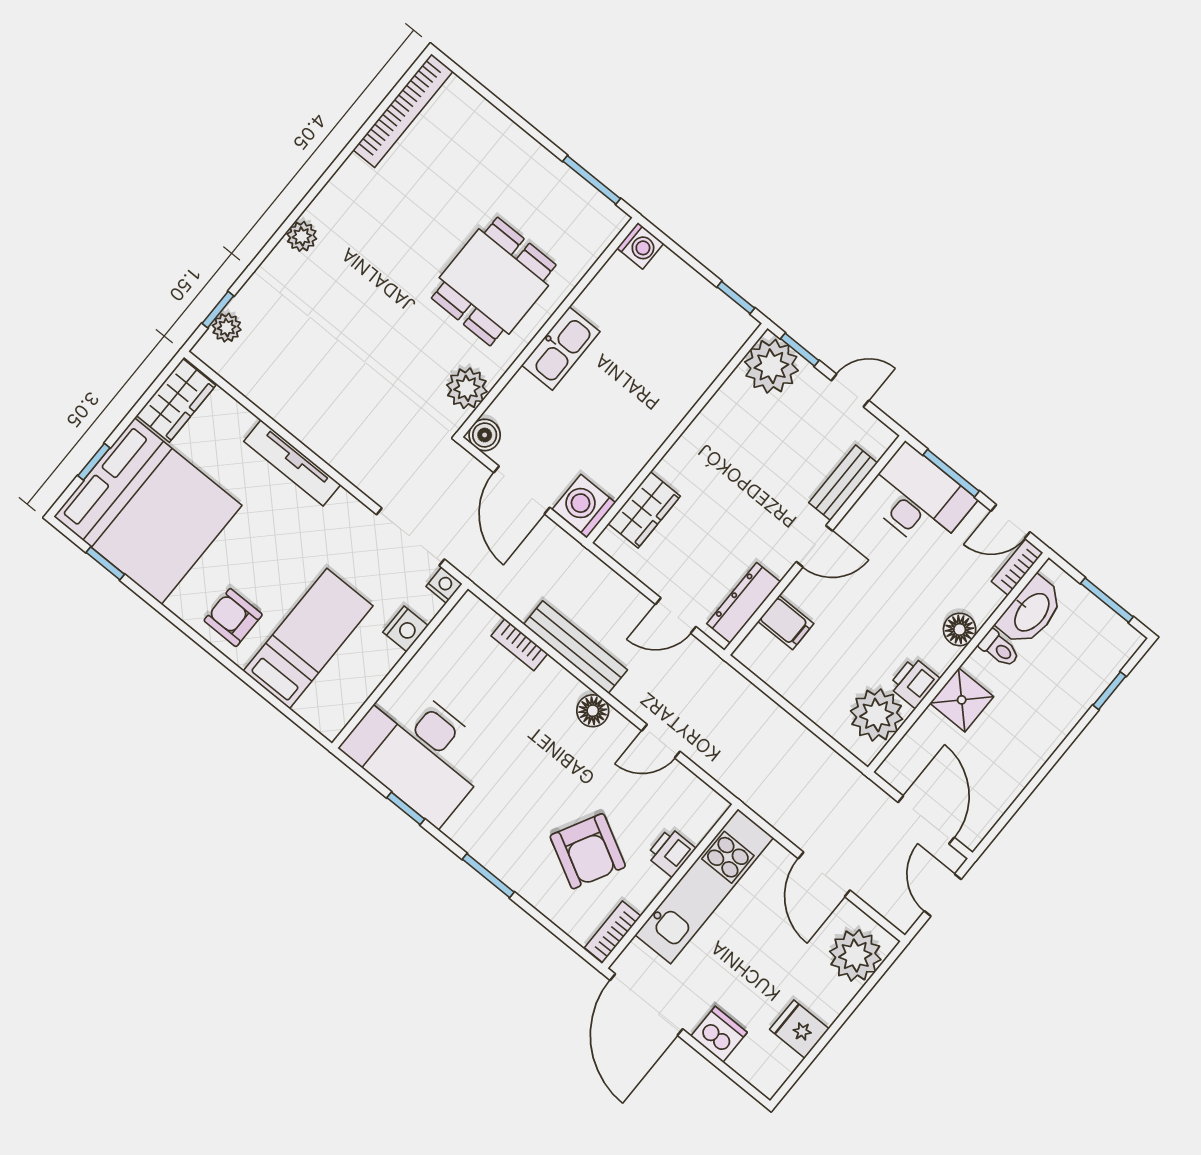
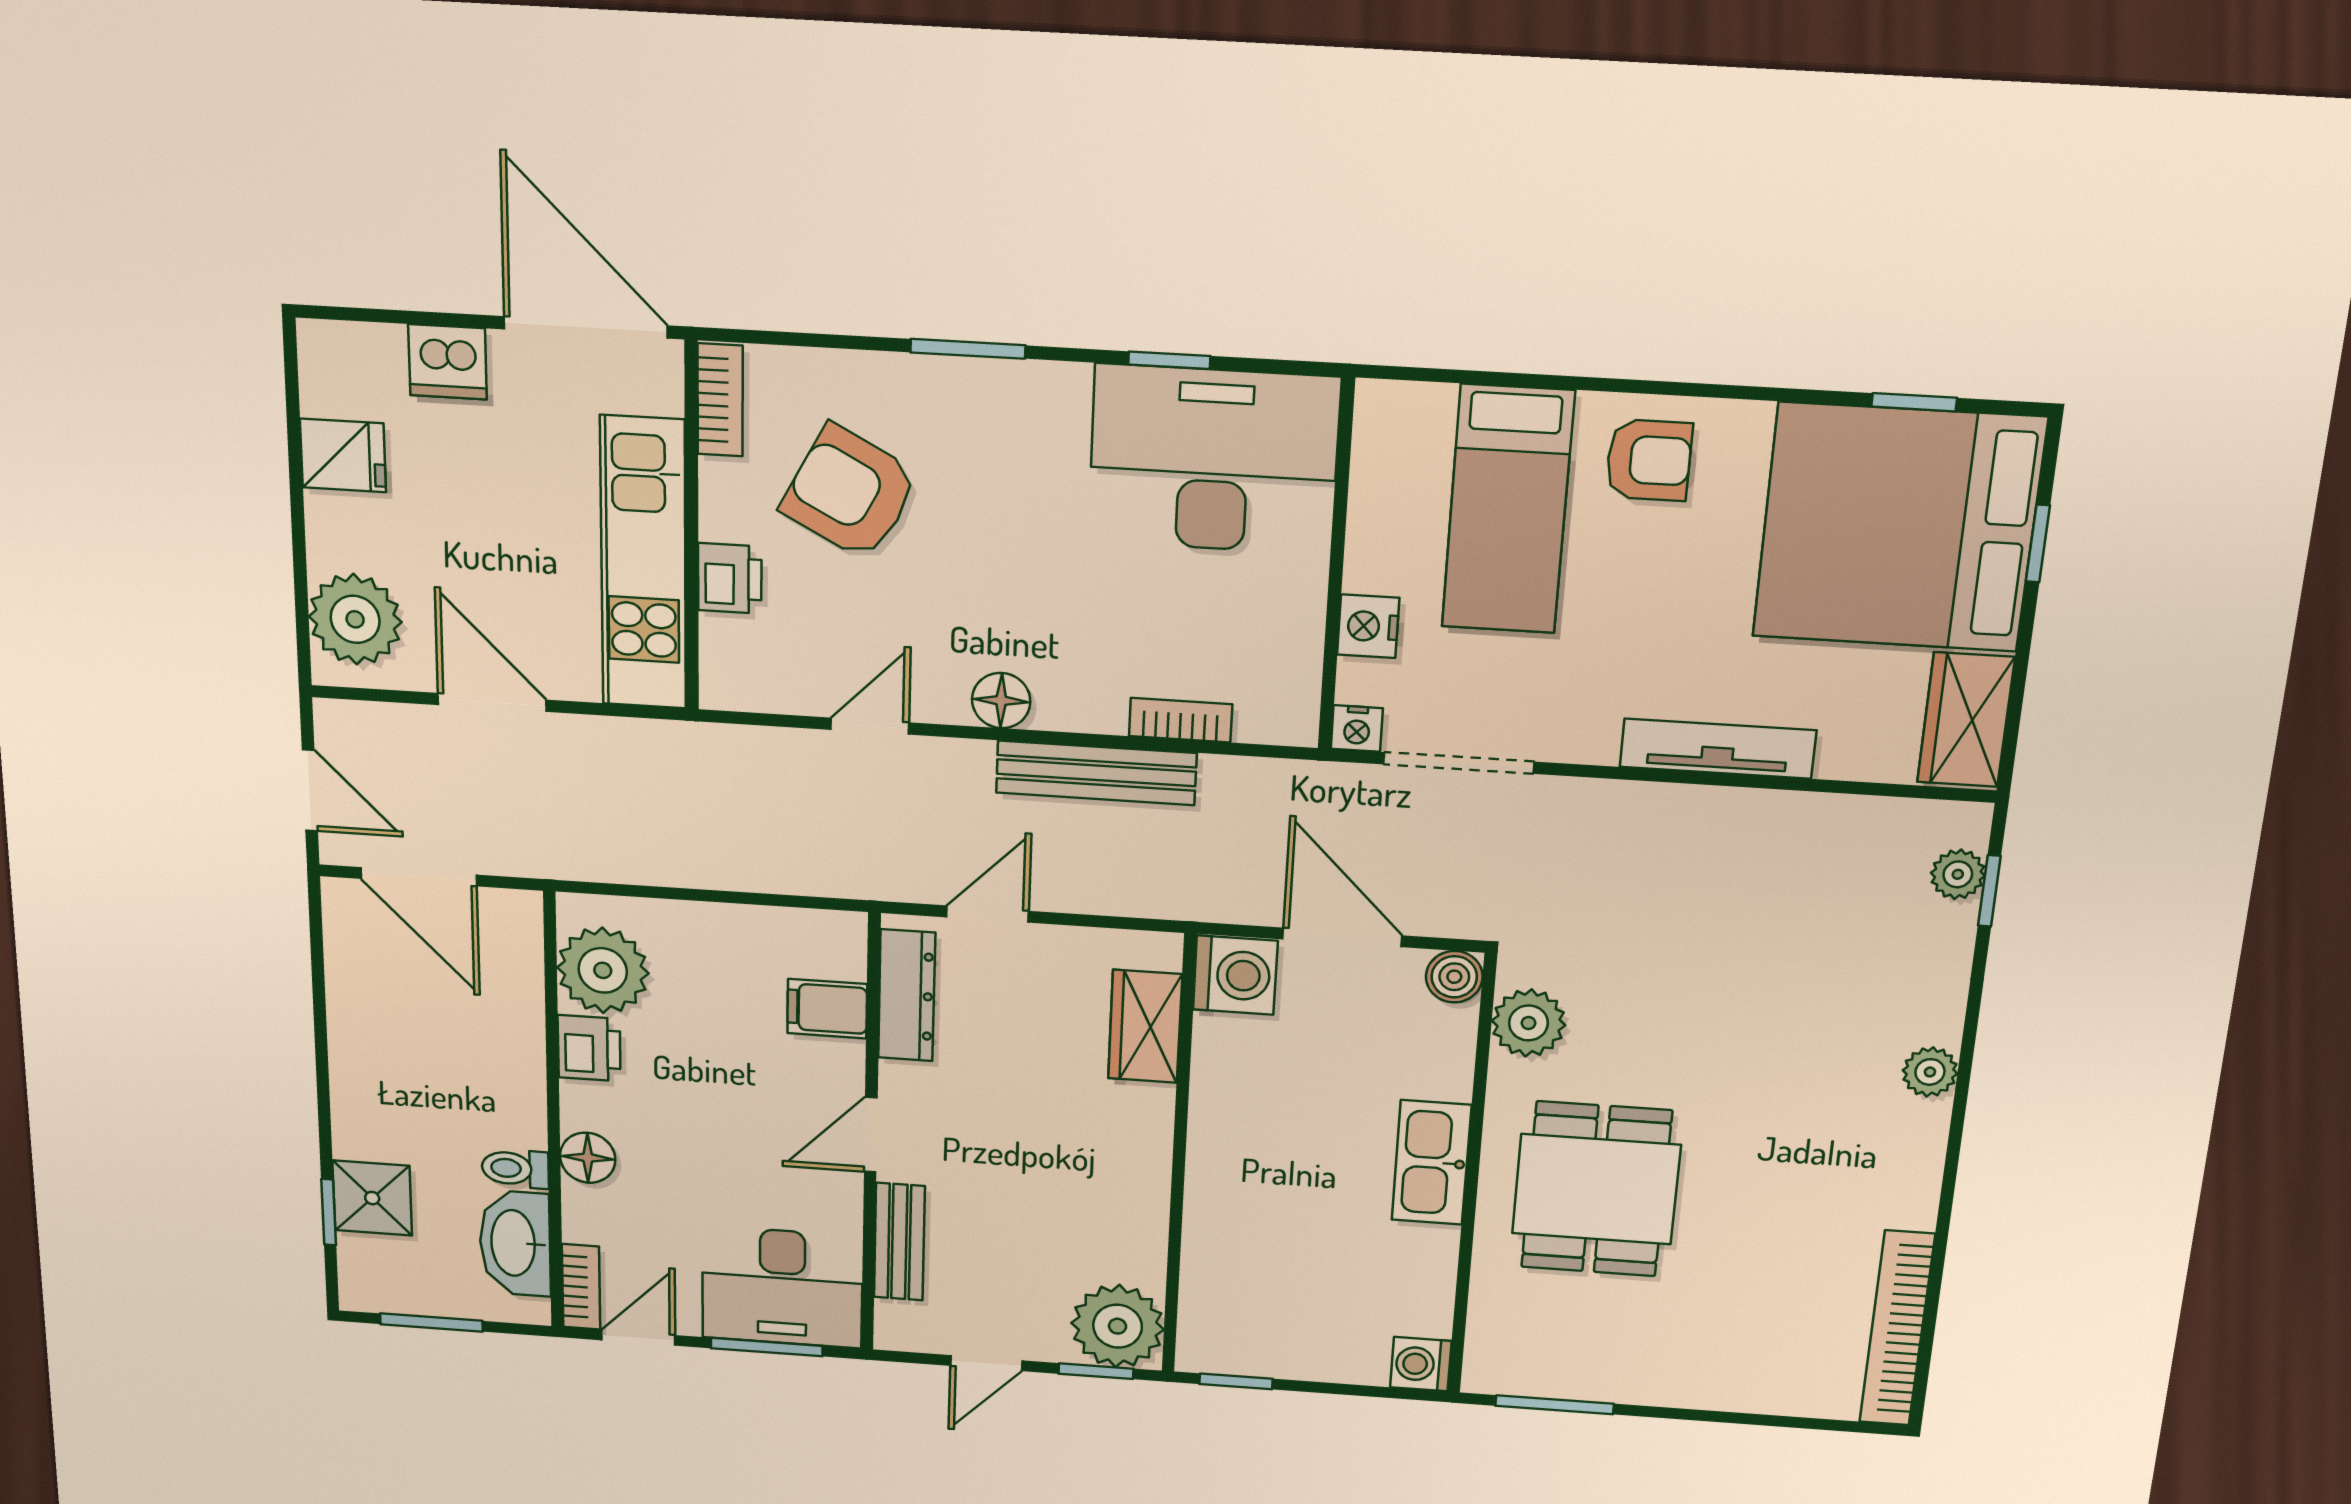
shower: (962, 700) -> (372, 1198), moved

